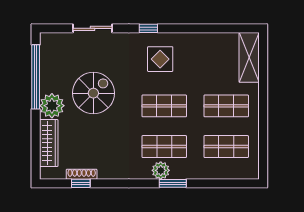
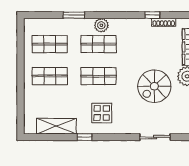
window: (148, 28) -> (85, 137), moved
shelving: (249, 57) -> (56, 126), moved, turned 90
window: (81, 183) -> (152, 15), moved
window: (173, 183) -> (74, 15), moved

